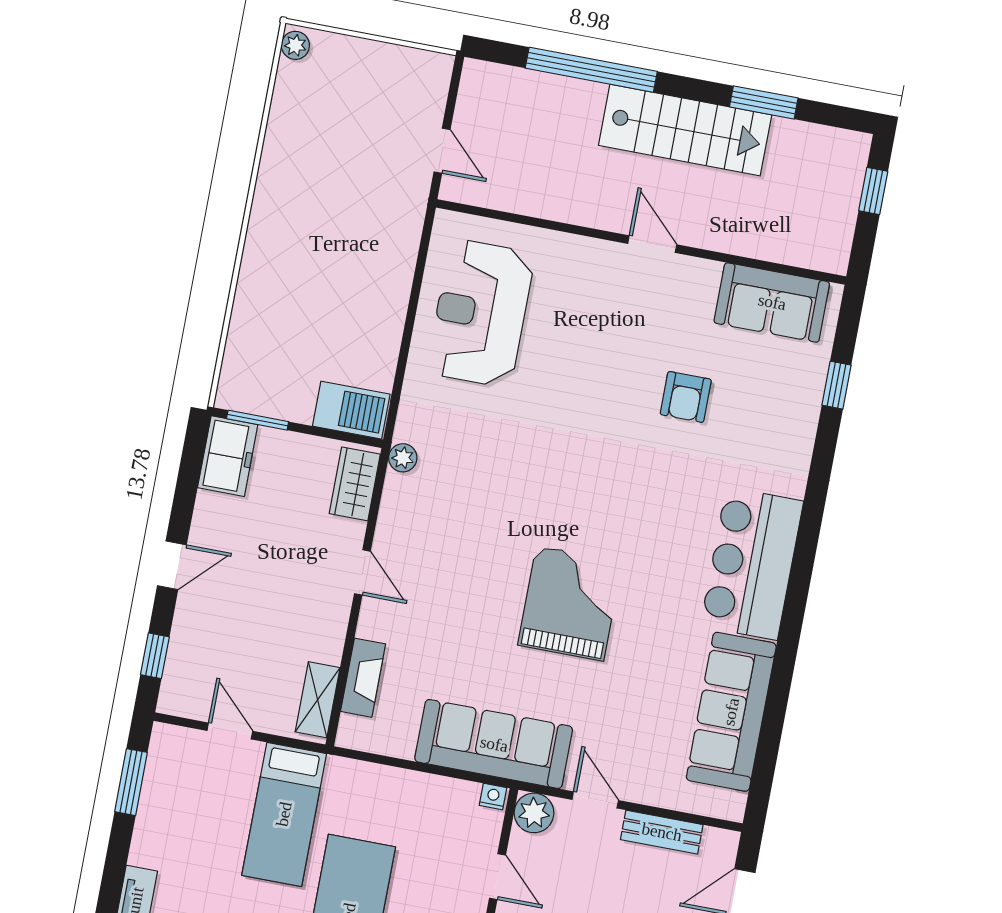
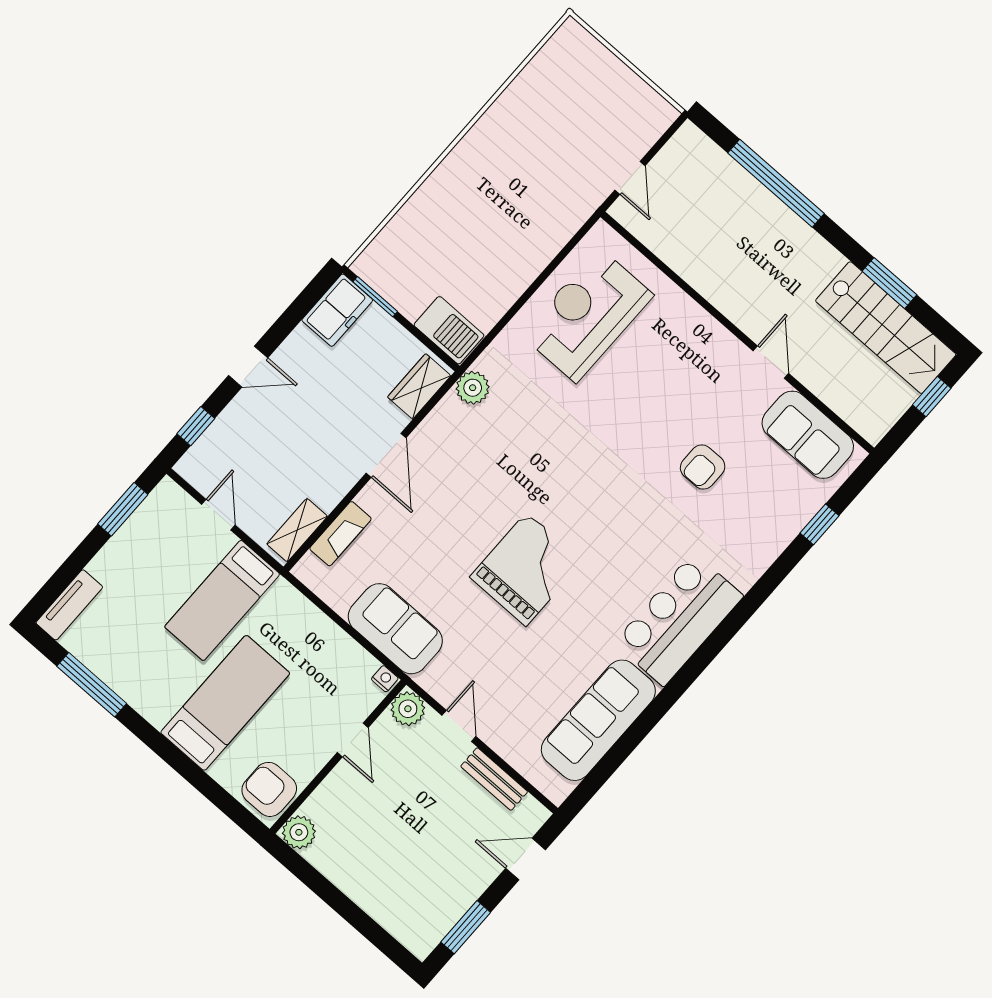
plant: (295, 45) -> (567, 35), removed
stairs: (685, 130) -> (886, 328), moved
door: (652, 244) -> (771, 362), moved
plant: (403, 458) -> (473, 388), width x1.38, depth x1.38
door: (362, 572) -> (386, 455), width x1.38
sofa: (494, 744) -> (395, 629), width x0.73

